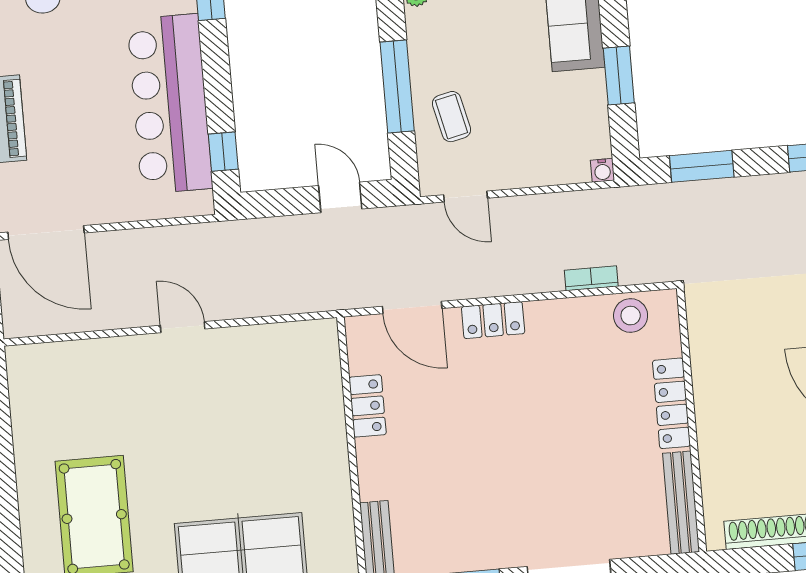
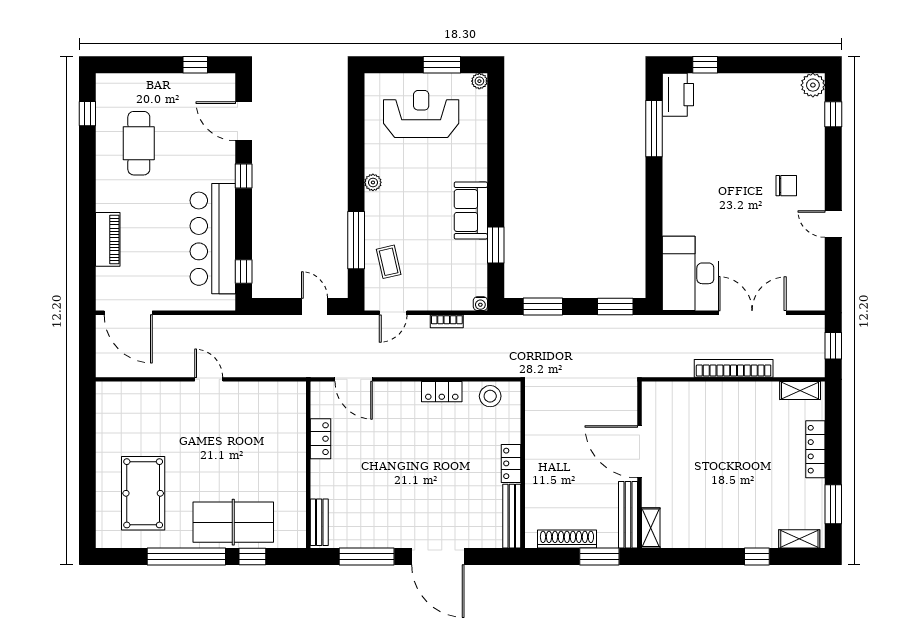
door: (466, 197) -> (393, 313), hinge flipped
bookcase: (591, 278) -> (447, 321), moved, turned 180
locker: (493, 320) -> (442, 392), moved
locker: (671, 403) -> (511, 463), width x0.66

